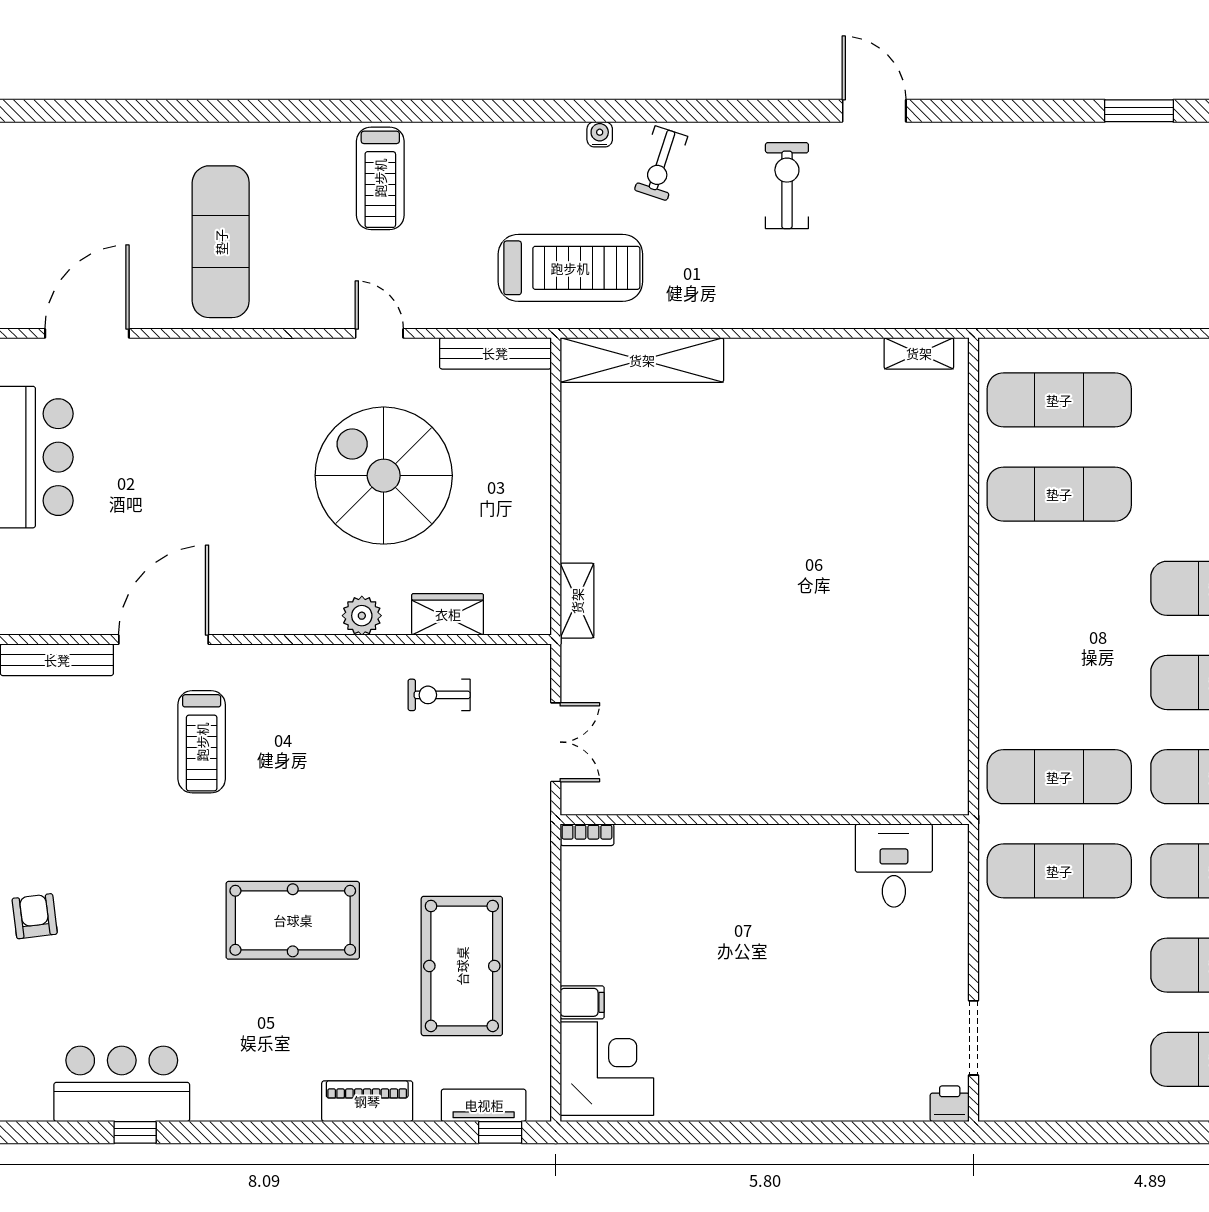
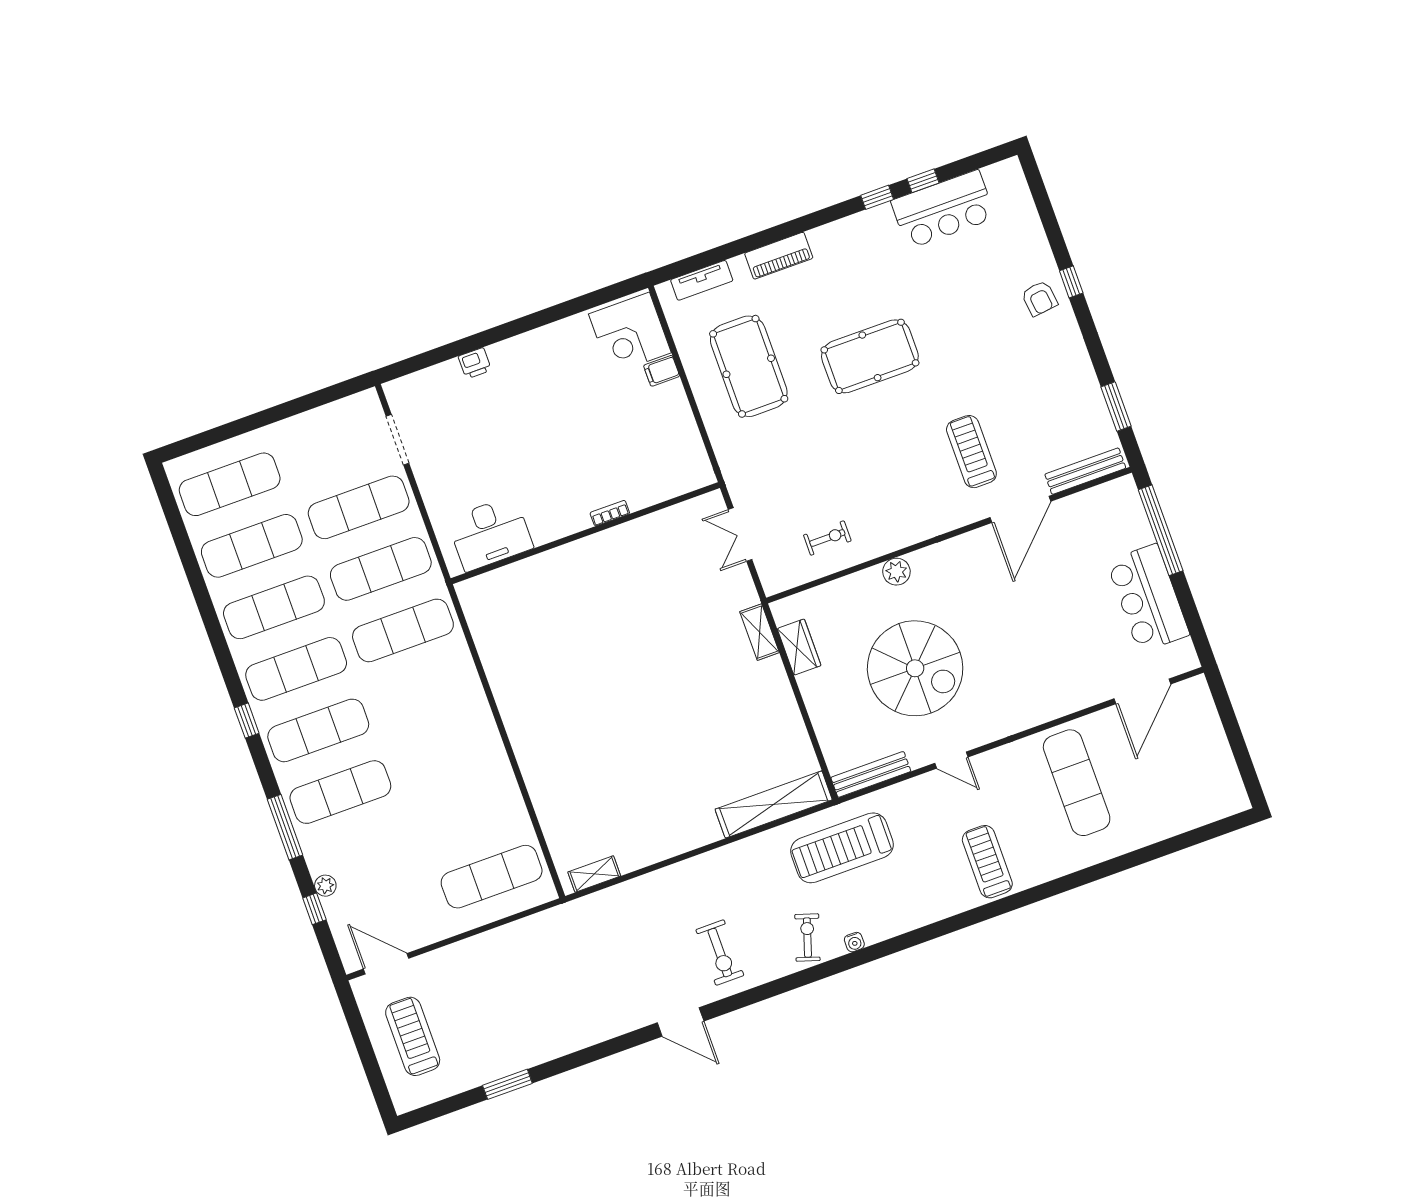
exercise mat: (1059, 494) -> (359, 507), moved
wardrobe: (448, 614) -> (799, 647), moved, turned -90
bookcase: (587, 835) -> (610, 513), moved
desk: (894, 866) -> (490, 533), width x1.37
printer: (950, 1104) -> (475, 363), moved
window: (500, 1132) -> (877, 197), moved

